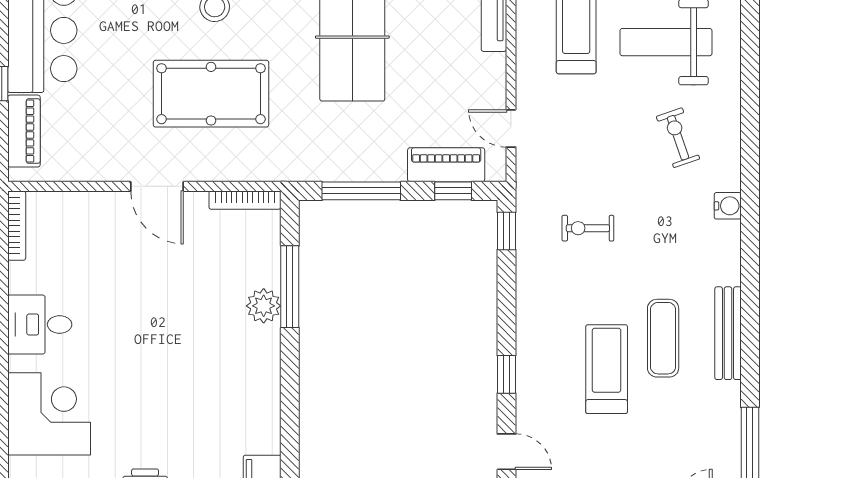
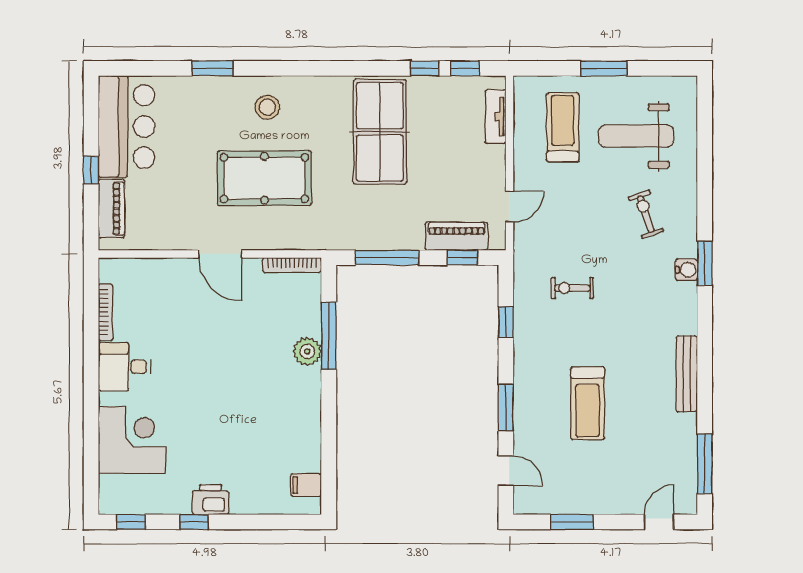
door: (511, 128) -> (509, 207), swing flipped
window: (750, 198) -> (705, 263), added
bookcase: (17, 226) -> (106, 312), moved
window: (507, 231) -> (506, 322), moved
exercise mat: (663, 338) -> (634, 378), removed
treadmill: (607, 369) -> (588, 403), turned 180
window: (507, 374) -> (506, 407), width x1.50

